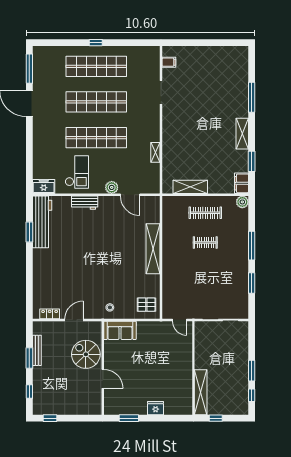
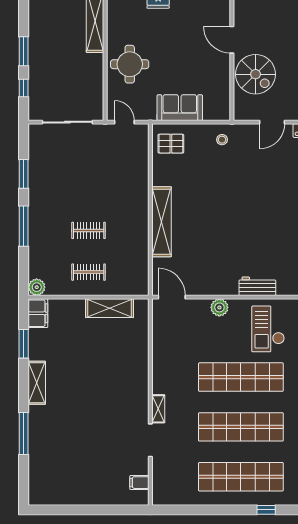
window: (96, 43) -> (266, 510), moved
shelving: (155, 152) -> (158, 409), moved
door: (130, 195) -> (172, 297), moved
clothes rail: (205, 213) -> (89, 272), width x0.73
sofa: (120, 330) -> (180, 108), moved
round table: (176, 361) -> (130, 64), added
window: (252, 395) -> (24, 88), moved

